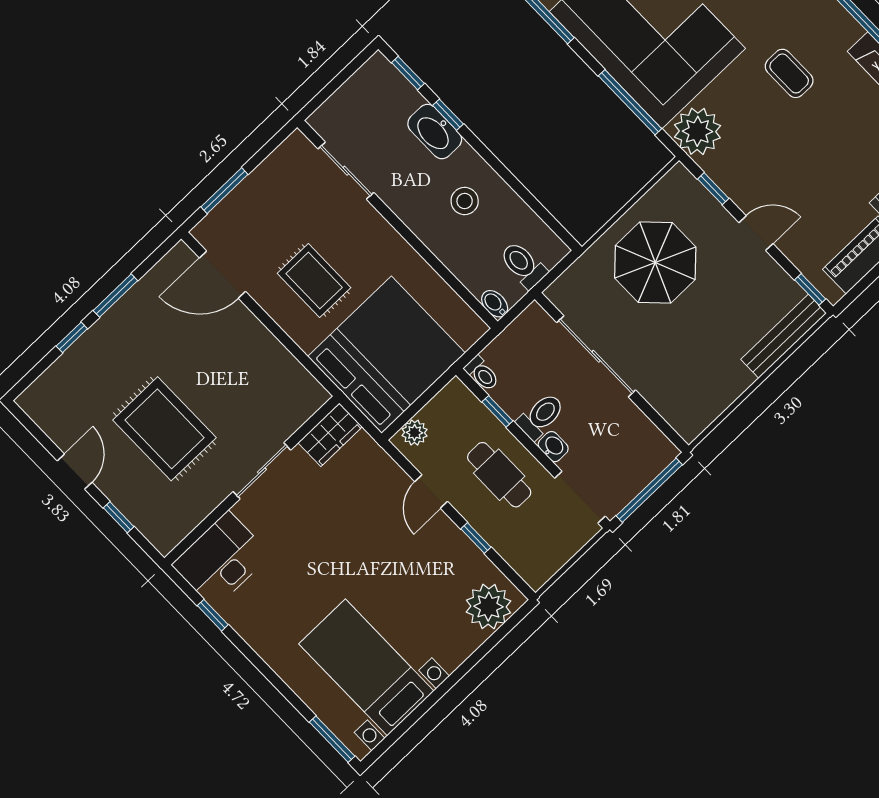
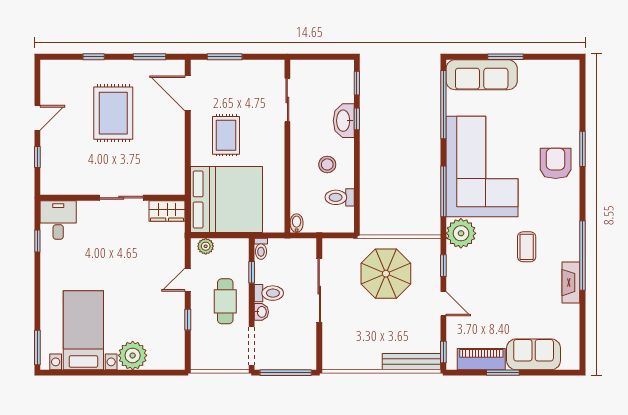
toilet: (523, 265) -> (340, 197), moved, turned -90
window: (115, 296) -> (149, 57), moved
rug: (164, 429) -> (113, 113), moved
desk: (221, 560) -> (58, 220), width x0.73
plant: (489, 607) -> (133, 355), moved

